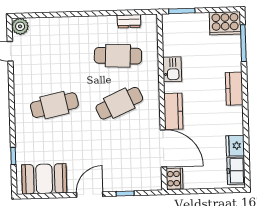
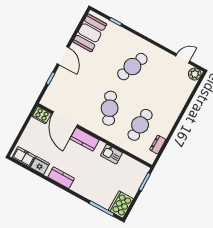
kitchen counter: (234, 89) -> (61, 178), moved
cafe table: (54, 105) -> (132, 67), turned 33
door: (163, 148) -> (65, 119), hinge flipped

